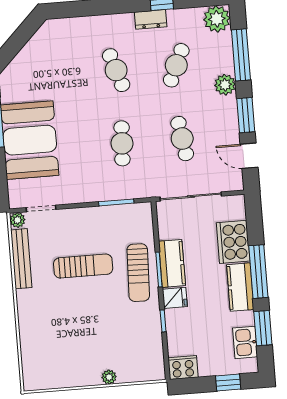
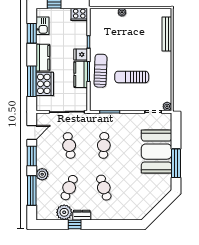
plant: (217, 19) -> (64, 212), moved
door: (249, 156) -> (32, 132), hinge flipped
bench: (21, 259) -> (167, 34), moved
window: (258, 272) -> (32, 81), moved

